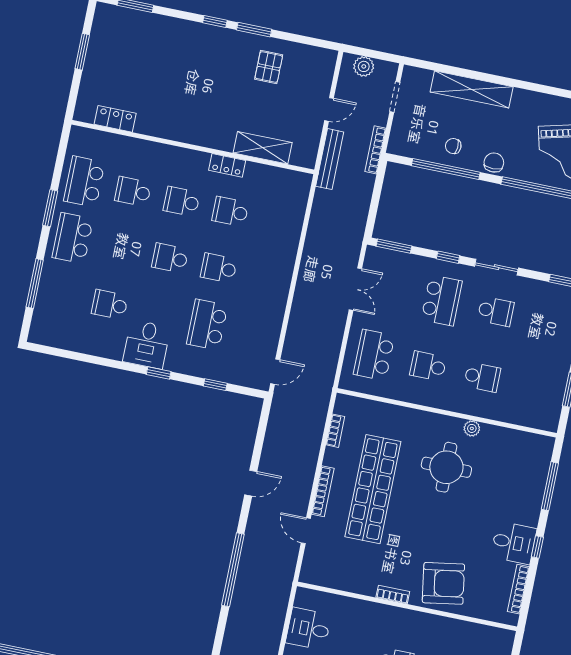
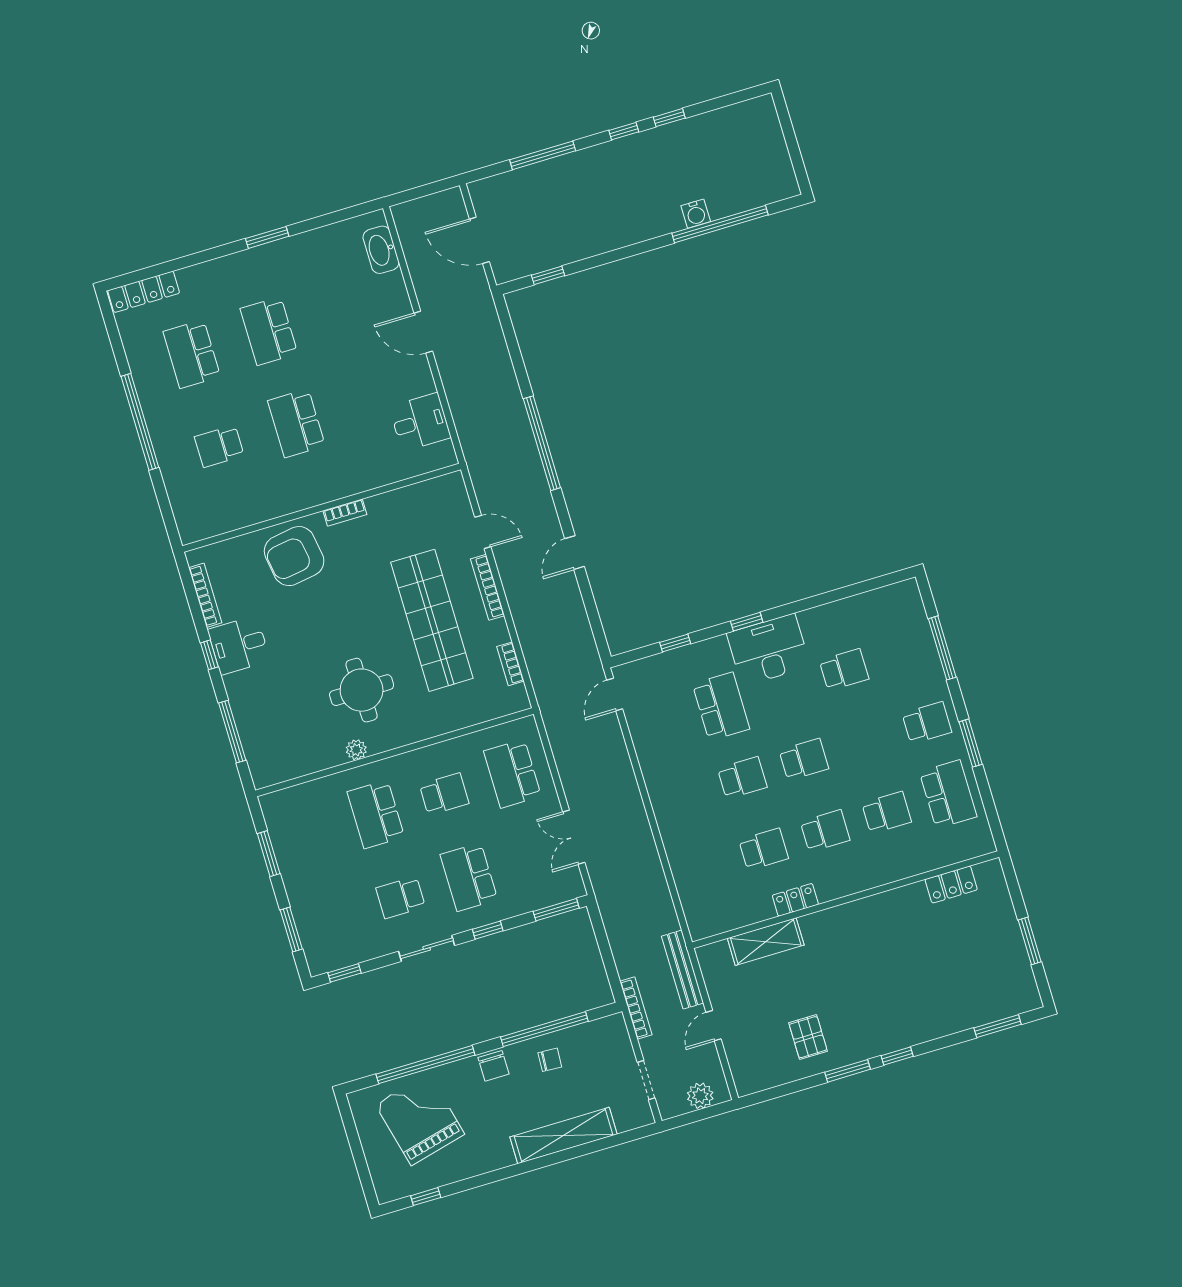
school desk: (73, 238) -> (927, 723), width x0.54
desk: (147, 344) -> (768, 650), width x1.37
school desk: (374, 355) -> (512, 774), turned 180
school desk: (482, 377) -> (376, 814), width x1.85

